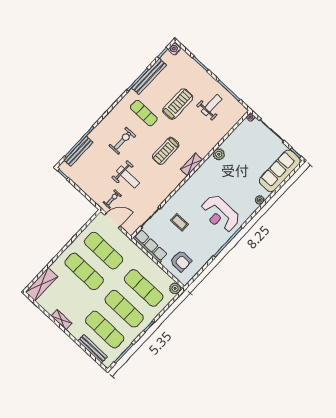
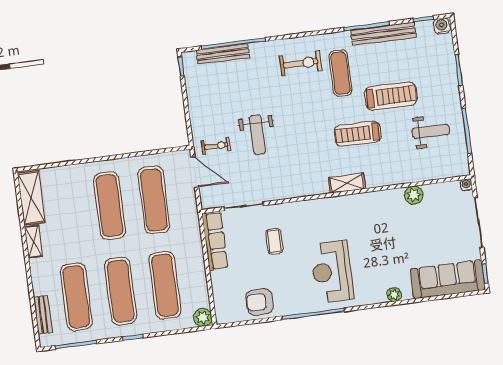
exercise bike: (122, 141) -> (301, 63), moved
treadmill: (166, 151) -> (358, 134), moved
plant: (219, 154) -> (414, 195), moved
armchair: (181, 261) -> (259, 302), moved, turned 90
shelving: (41, 284) -> (31, 198), moved, turned 90
bench: (93, 349) -> (43, 315), width x0.73

